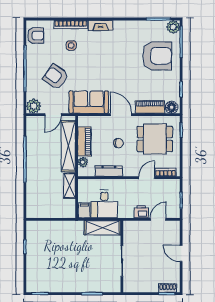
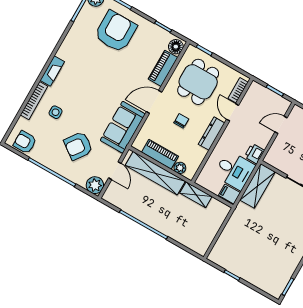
armchair: (36, 35) -> (25, 142), turned -90
dresser: (109, 171) -> (212, 134), moved
printer: (141, 212) -> (254, 154), moved
door: (158, 219) -> (281, 125), hinge flipped

